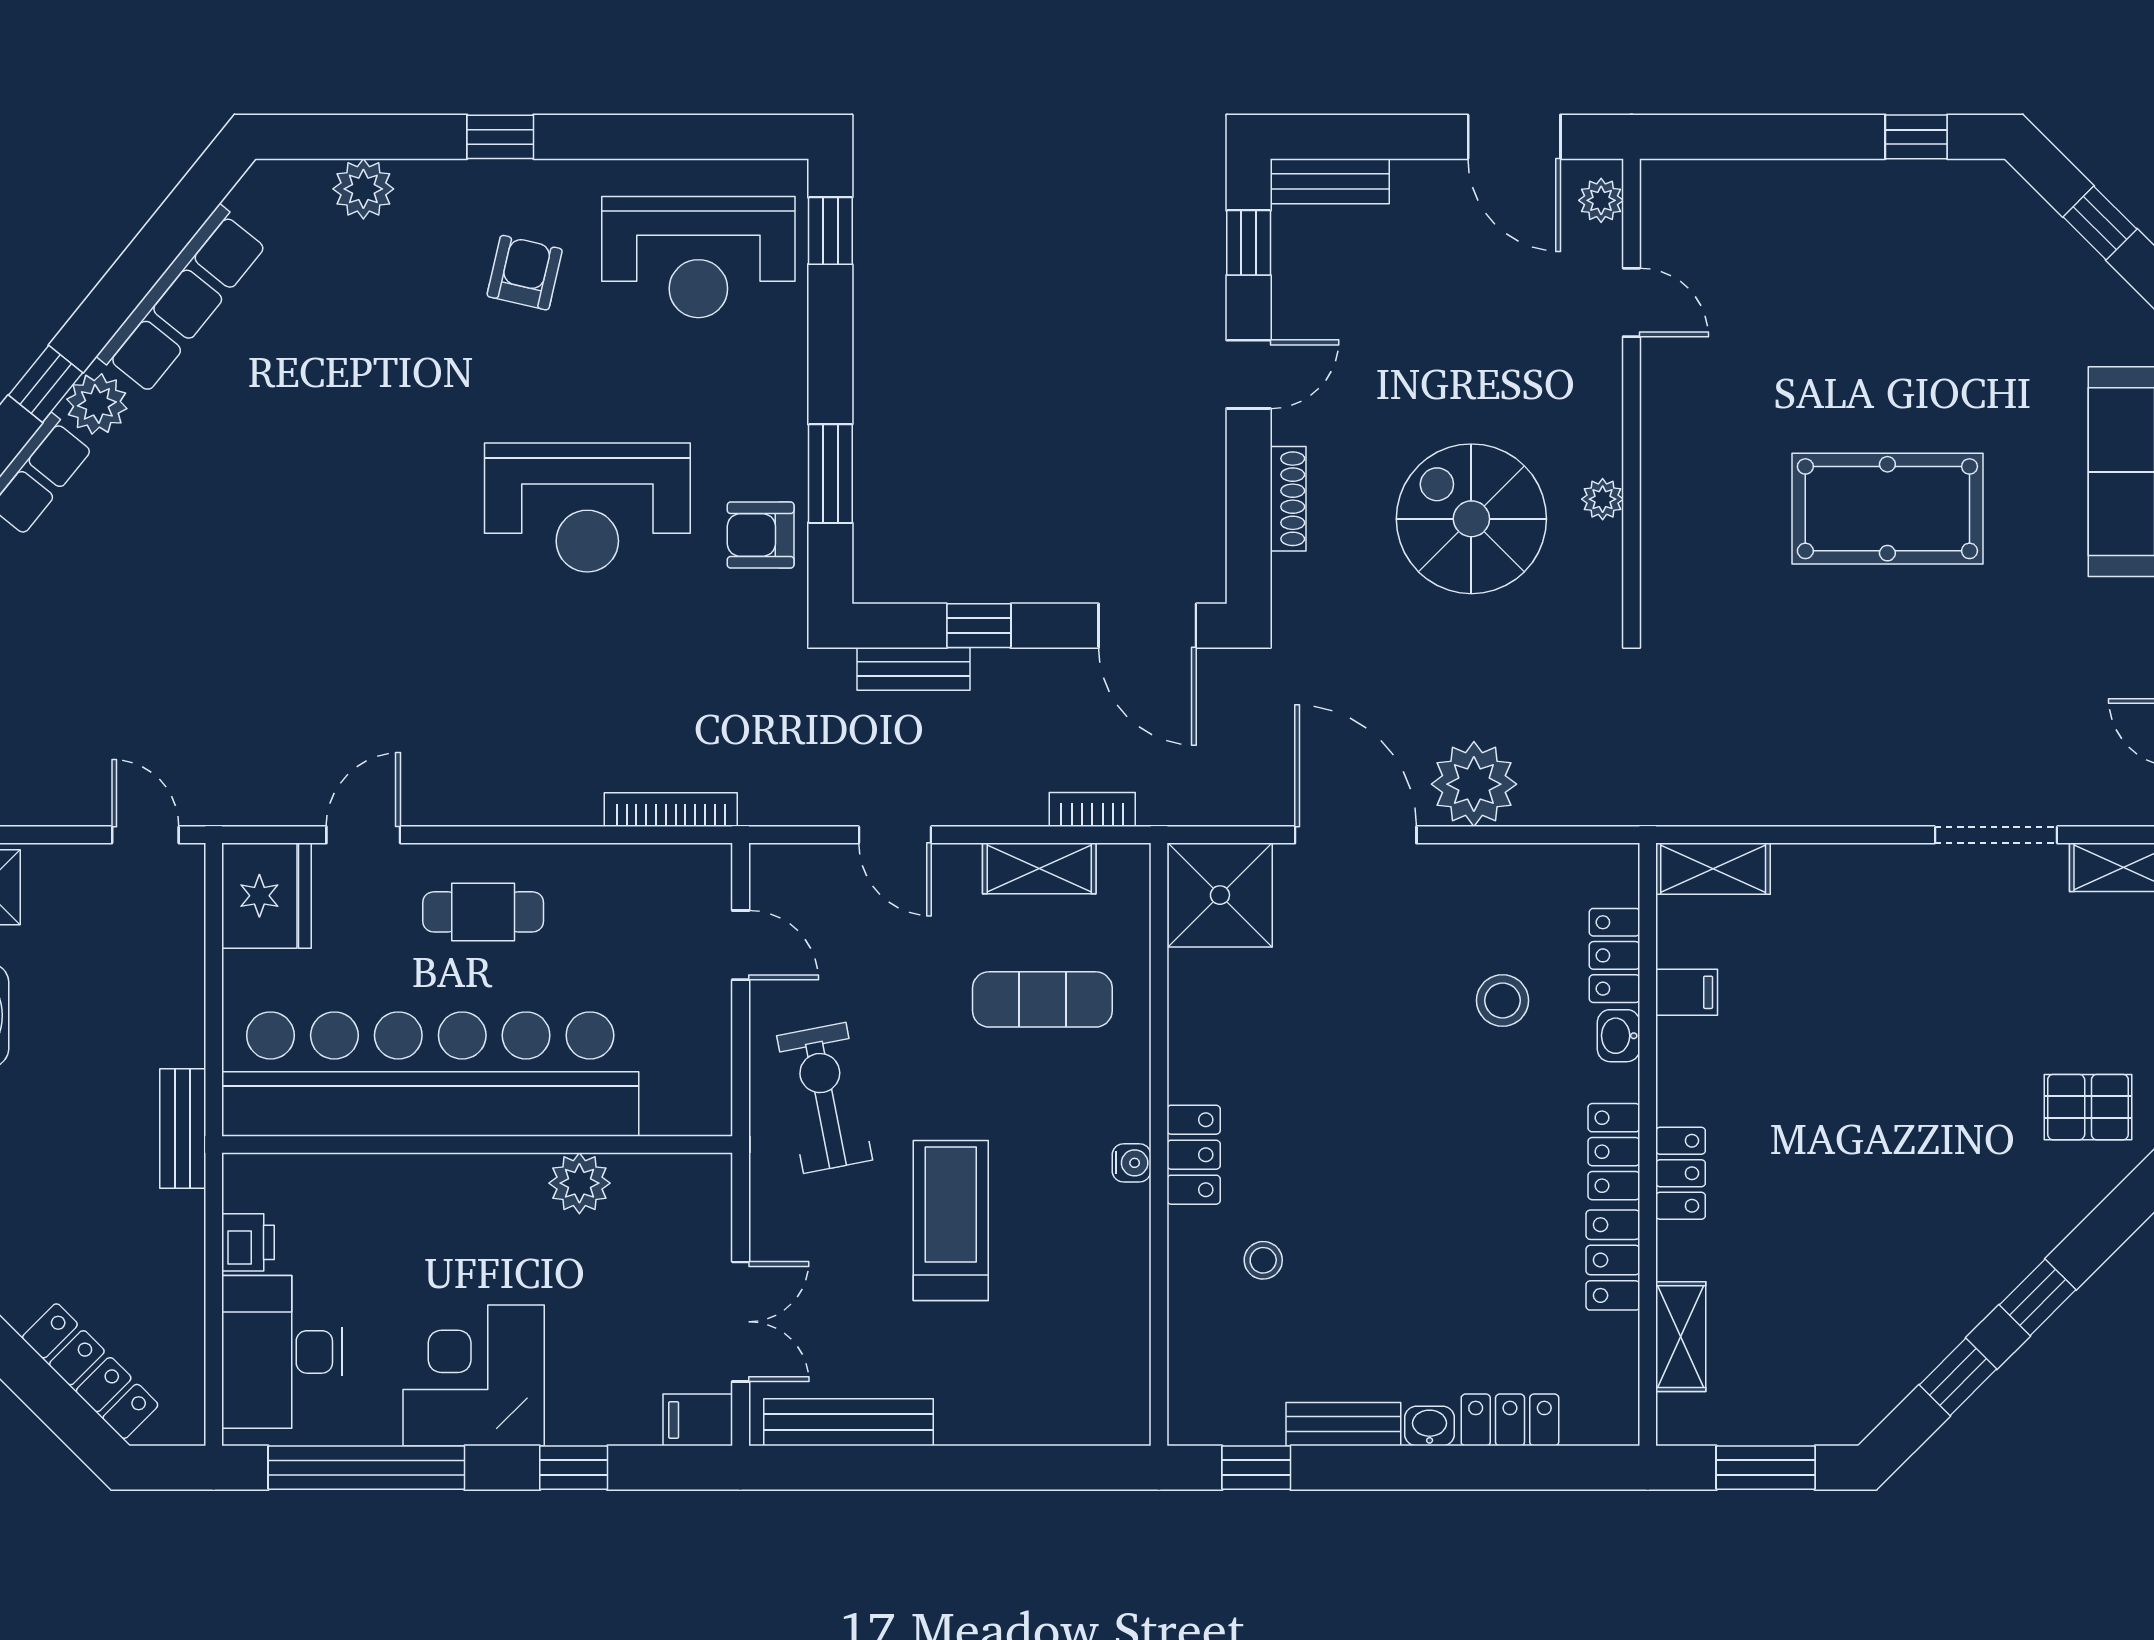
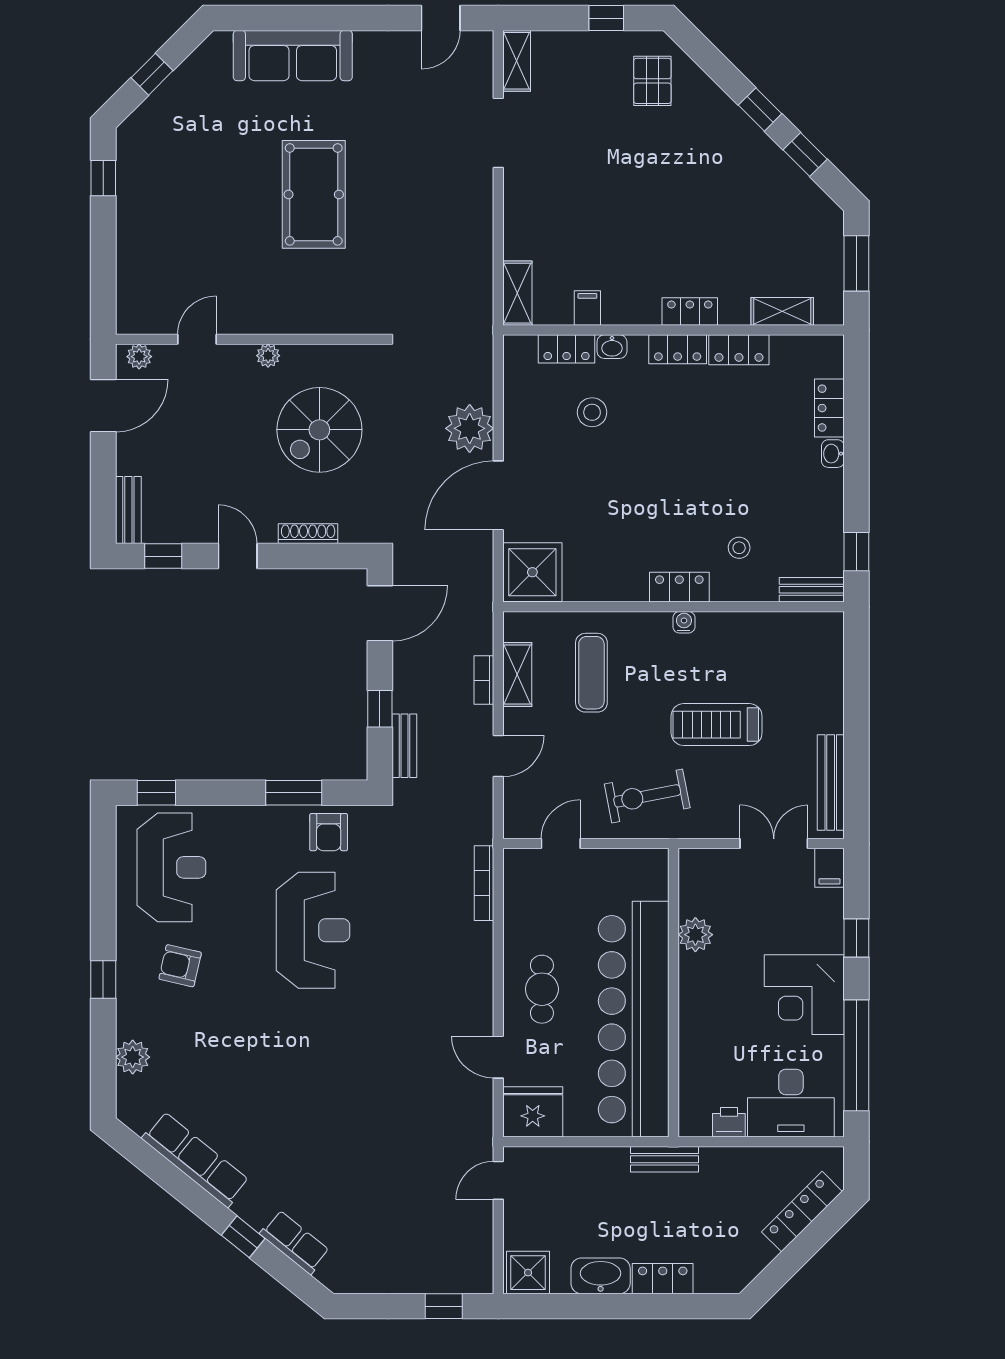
plant: (97, 404) -> (254, 1208), removed
plant: (1603, 499) -> (268, 356), moved
bookcase: (1092, 810) -> (484, 680), moved
bench: (1343, 1424) -> (812, 590), moved, turned 90

